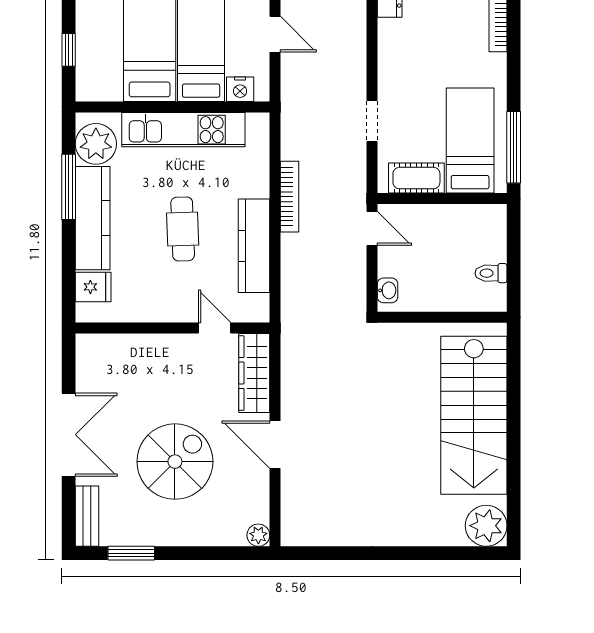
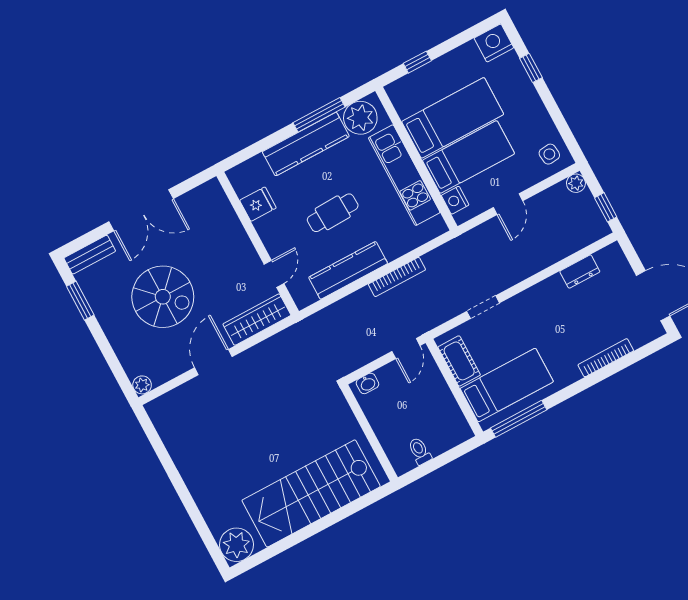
fridge: (93, 287) -> (258, 204), moved, turned -90

